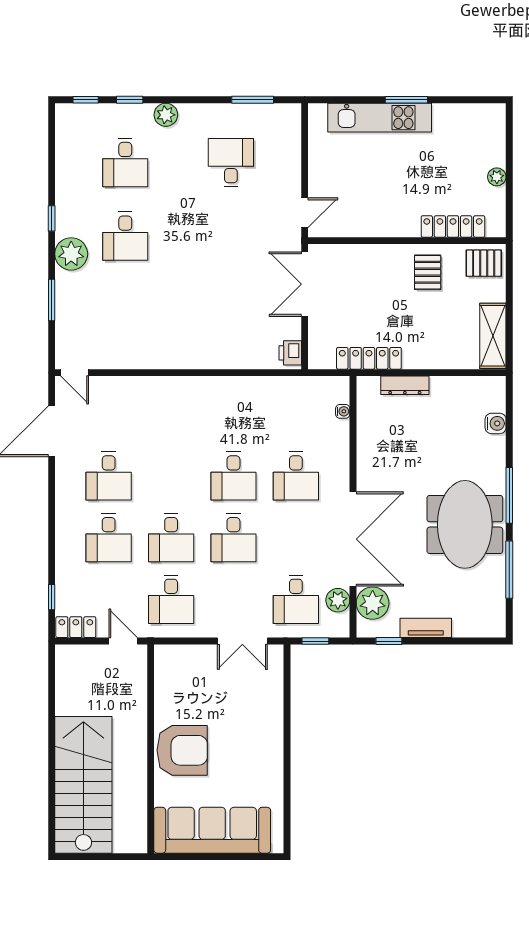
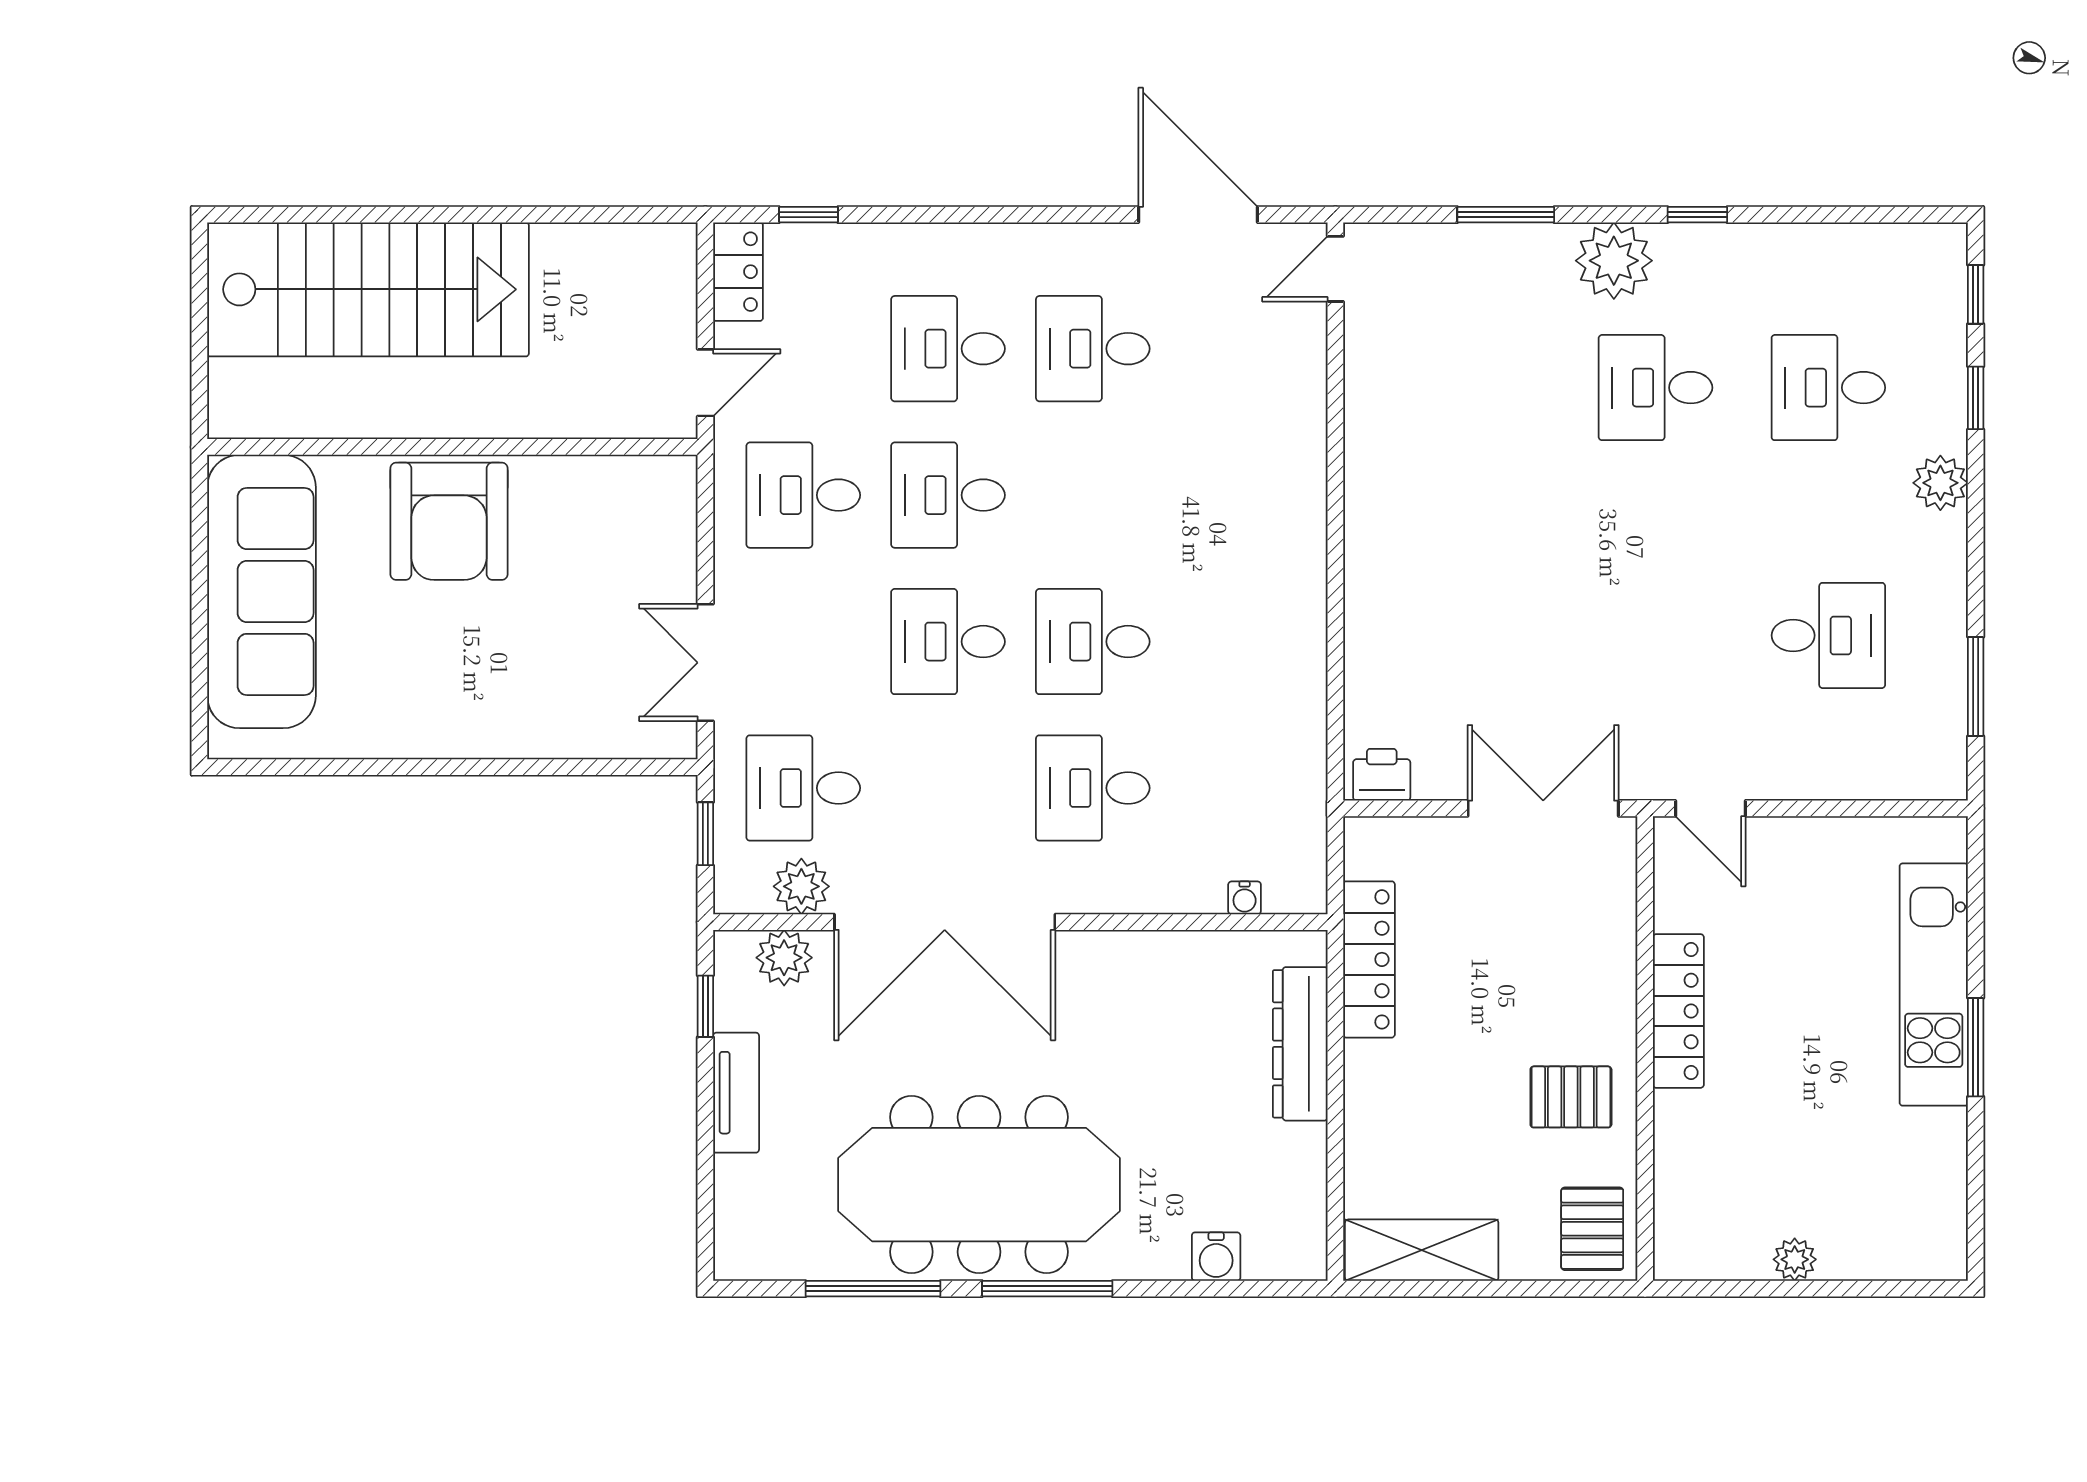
locker: (453, 226) -> (1678, 1011), moved
dresser: (405, 385) -> (1300, 1044), width x1.37, depth x1.24
meeting table: (465, 524) -> (979, 1185), width x1.36
plant: (373, 603) -> (784, 958), width x0.73, depth x0.73

